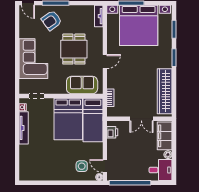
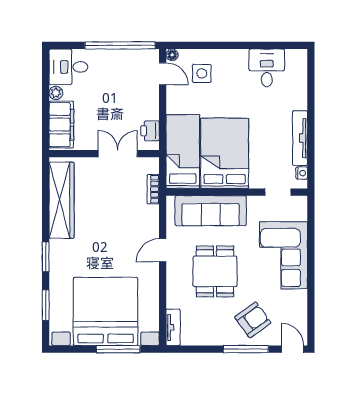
sofa: (82, 85) -> (211, 211), width x1.36
double door: (141, 119) -> (118, 154), moved
desk: (43, 169) -> (267, 68), added

